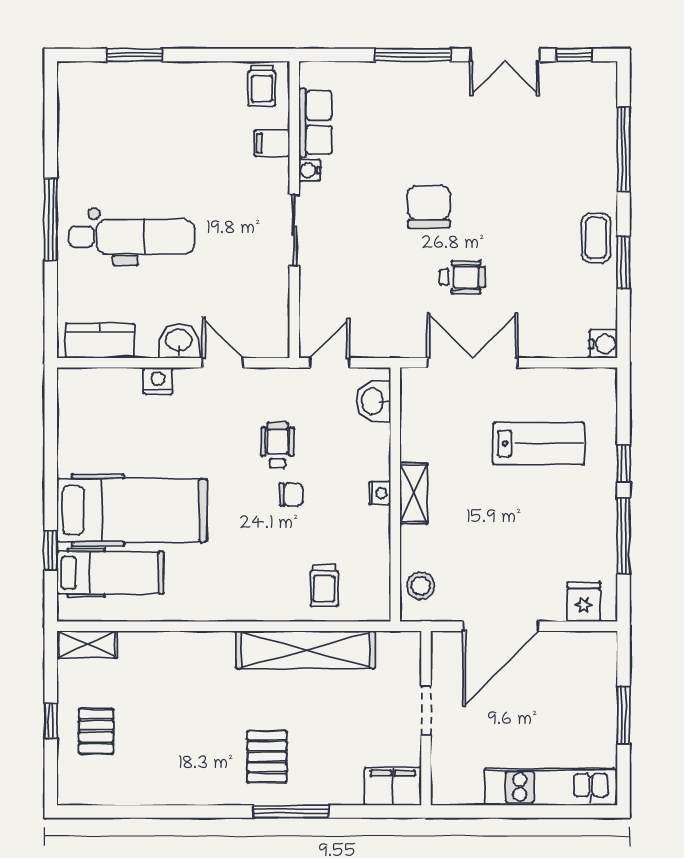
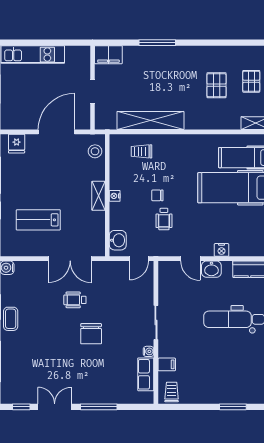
trolley: (324, 586) -> (142, 151), turned -90
pallet: (267, 757) -> (216, 85), moved

